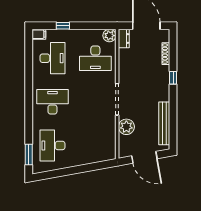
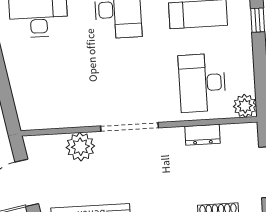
dresser: (124, 38) -> (203, 135), moved

